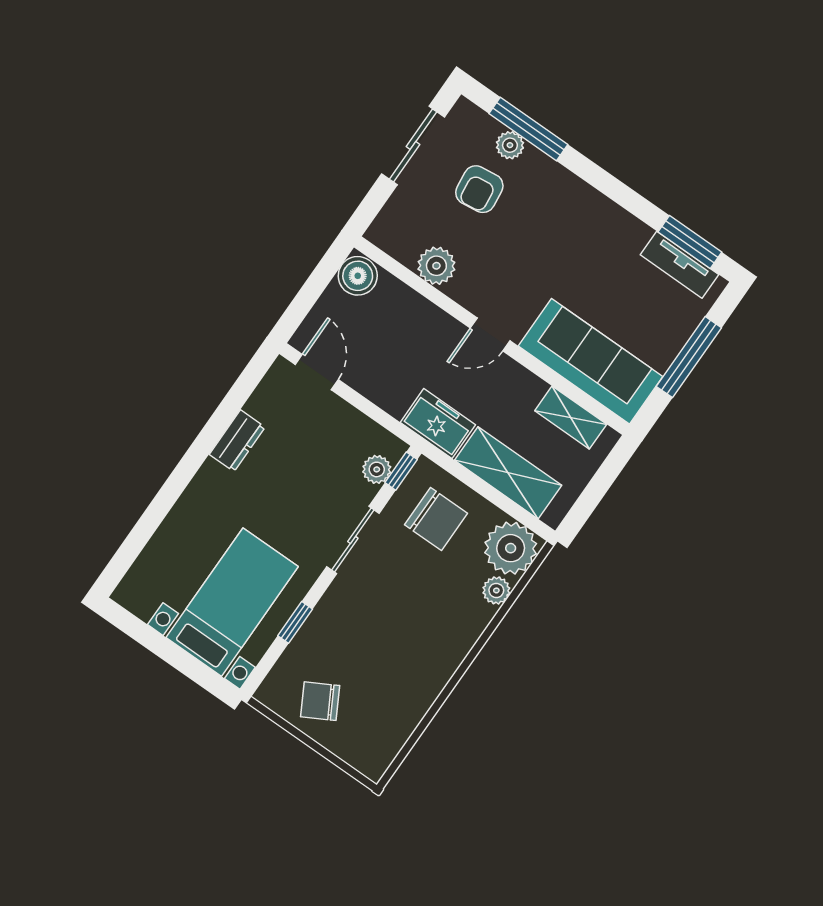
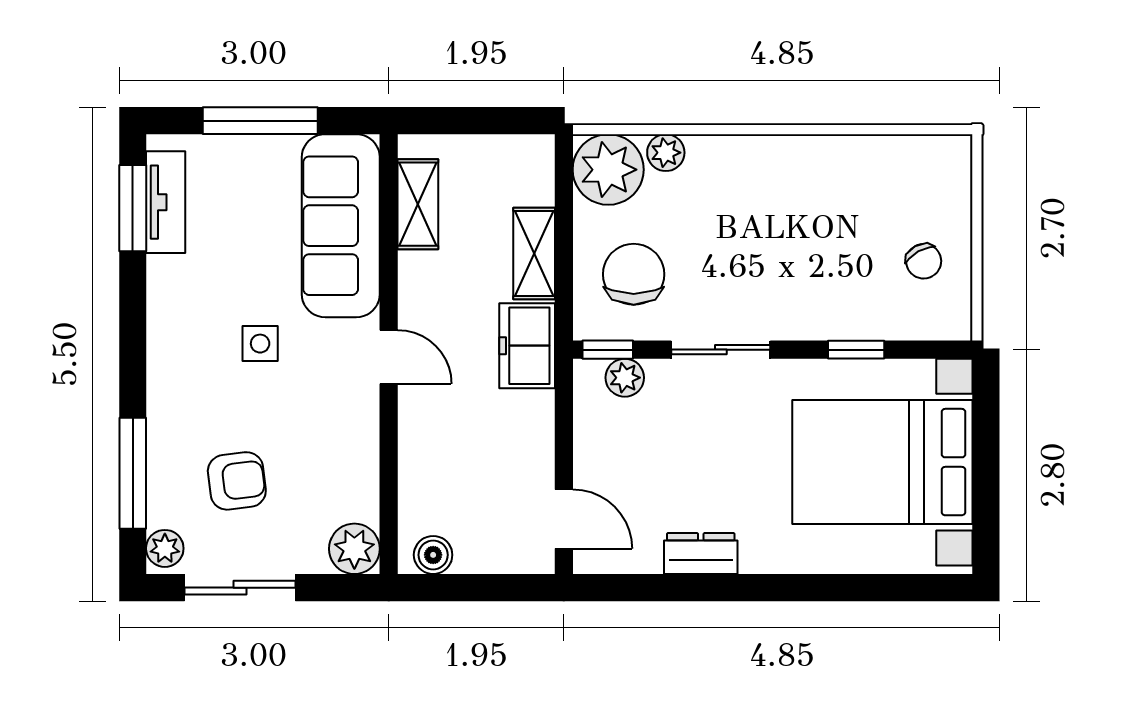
plant: (510, 145) -> (165, 548), moved
side table: (553, 262) -> (260, 344), added
plant: (436, 266) -> (354, 549), moved
boiler: (358, 276) -> (433, 555), width x0.73, depth x0.73
door: (317, 372) -> (564, 519), swing flipped
shelving: (508, 473) -> (534, 253), width x0.67, depth x0.75
bed with nightstands: (232, 602) -> (882, 462), width x1.36
chair: (320, 701) -> (924, 261), width x0.73, depth x0.73

